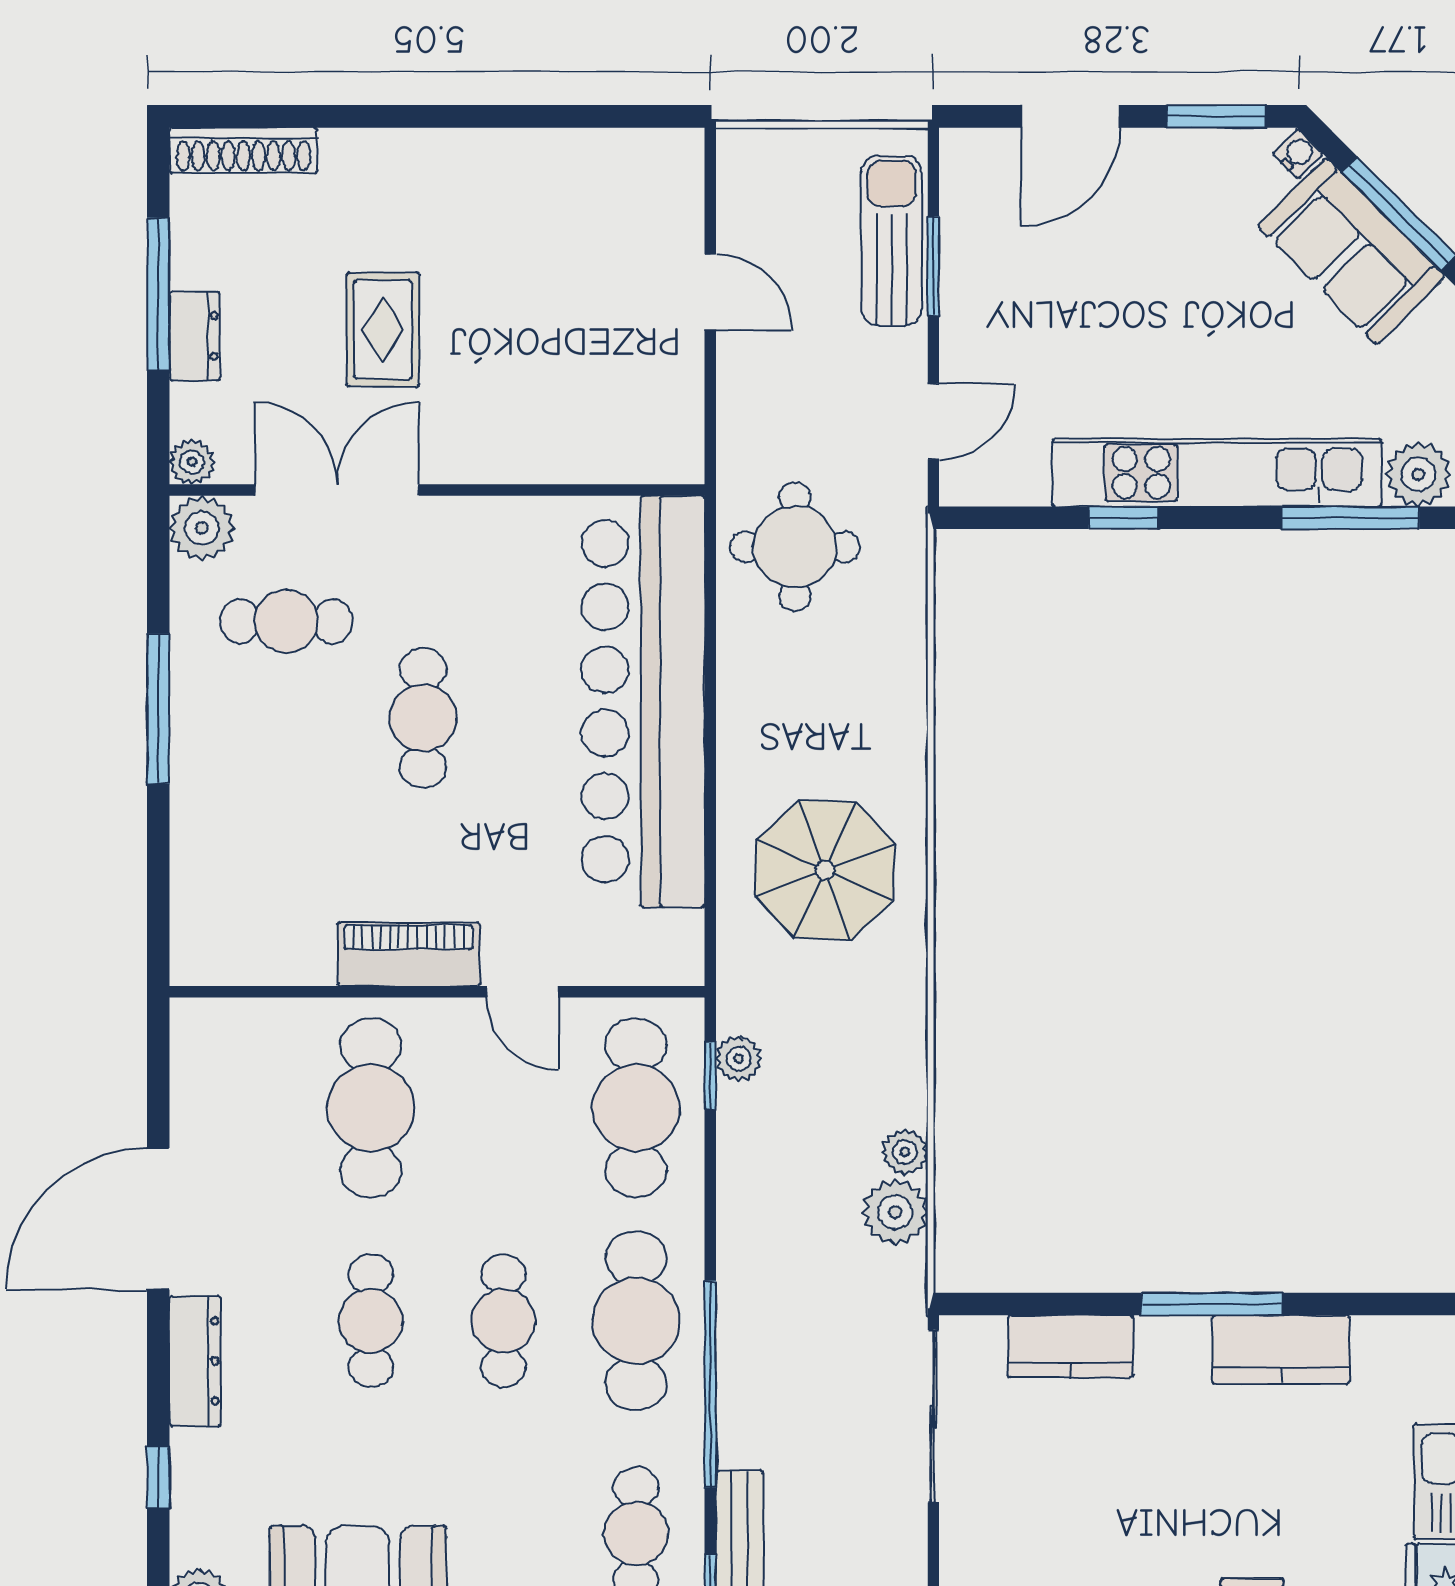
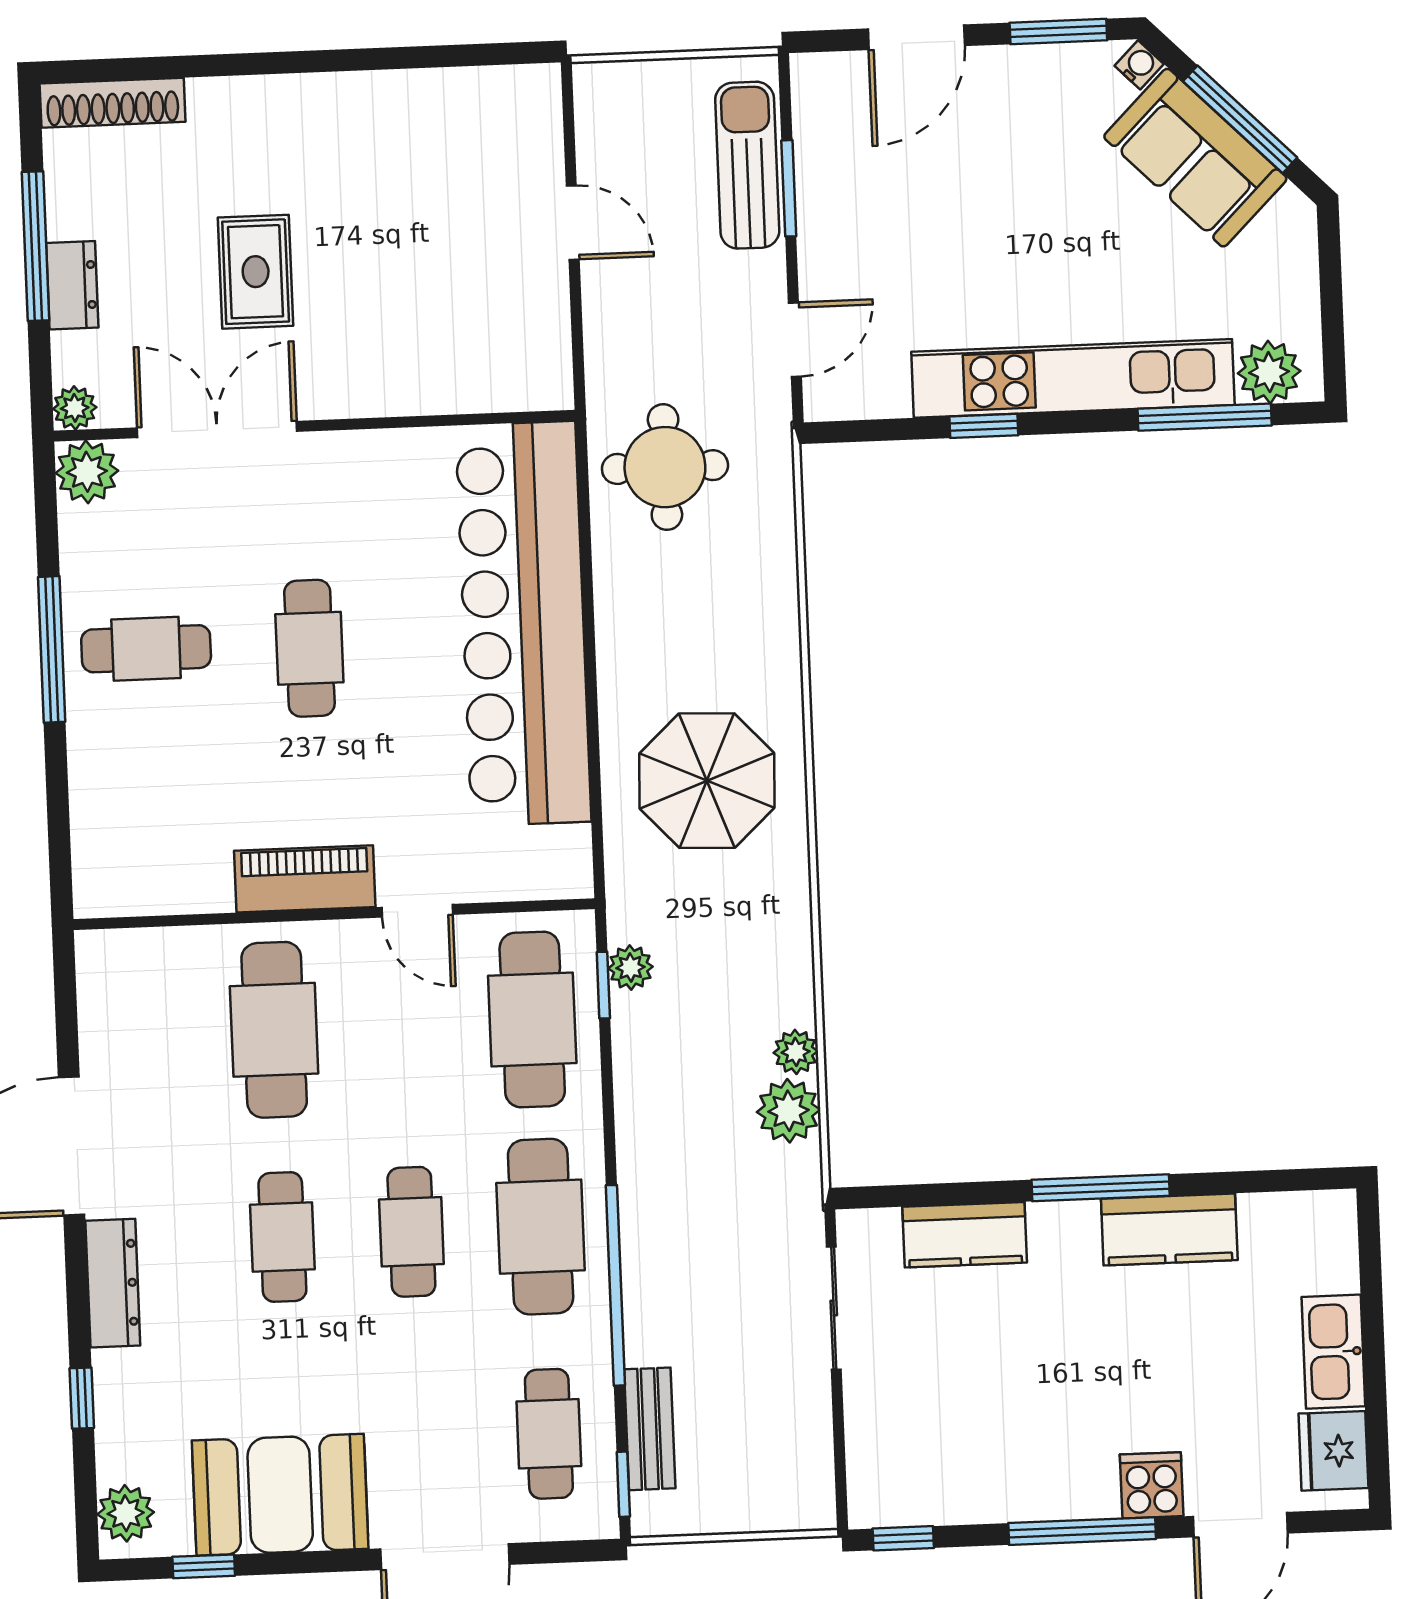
cafe table: (286, 621) -> (146, 649), moved
sliding door: (933, 1416) -> (834, 1308), width x0.73

